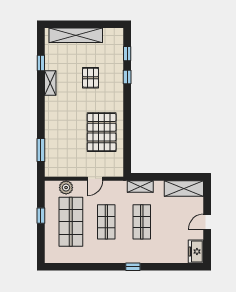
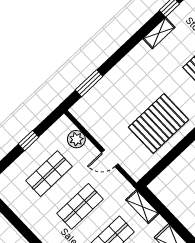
shop shelf: (71, 222) -> (49, 174), width x0.70, depth x0.74

